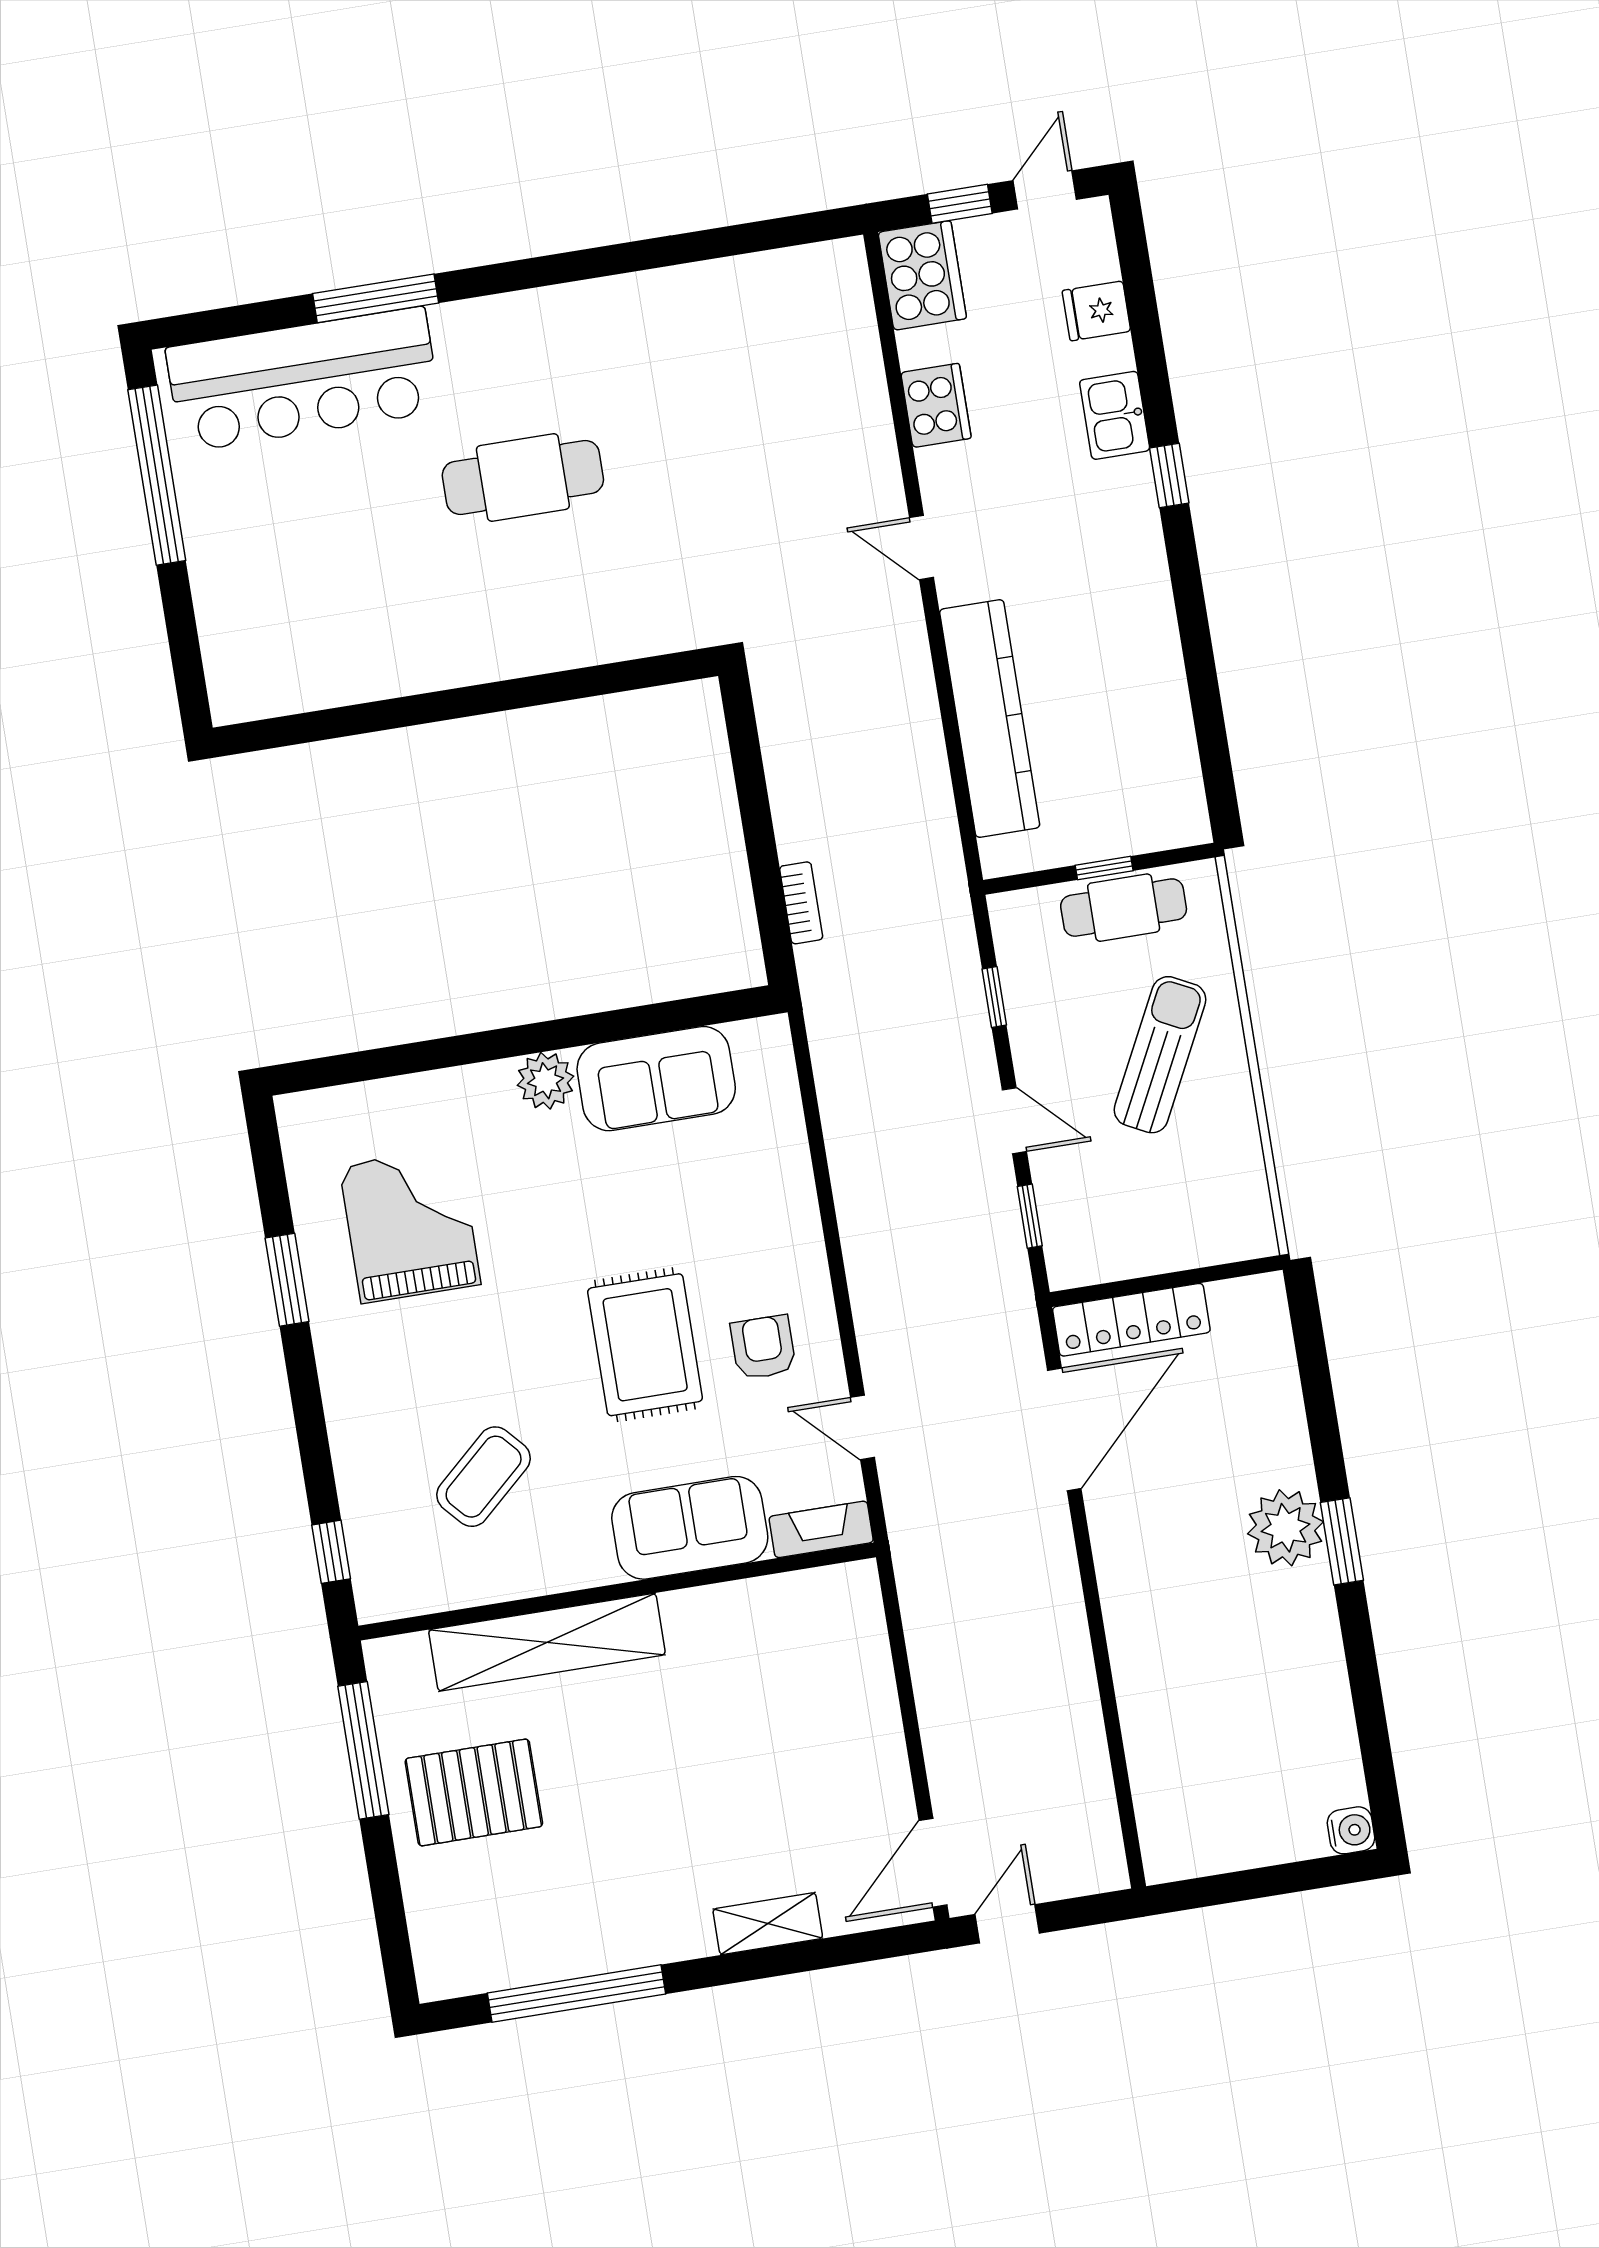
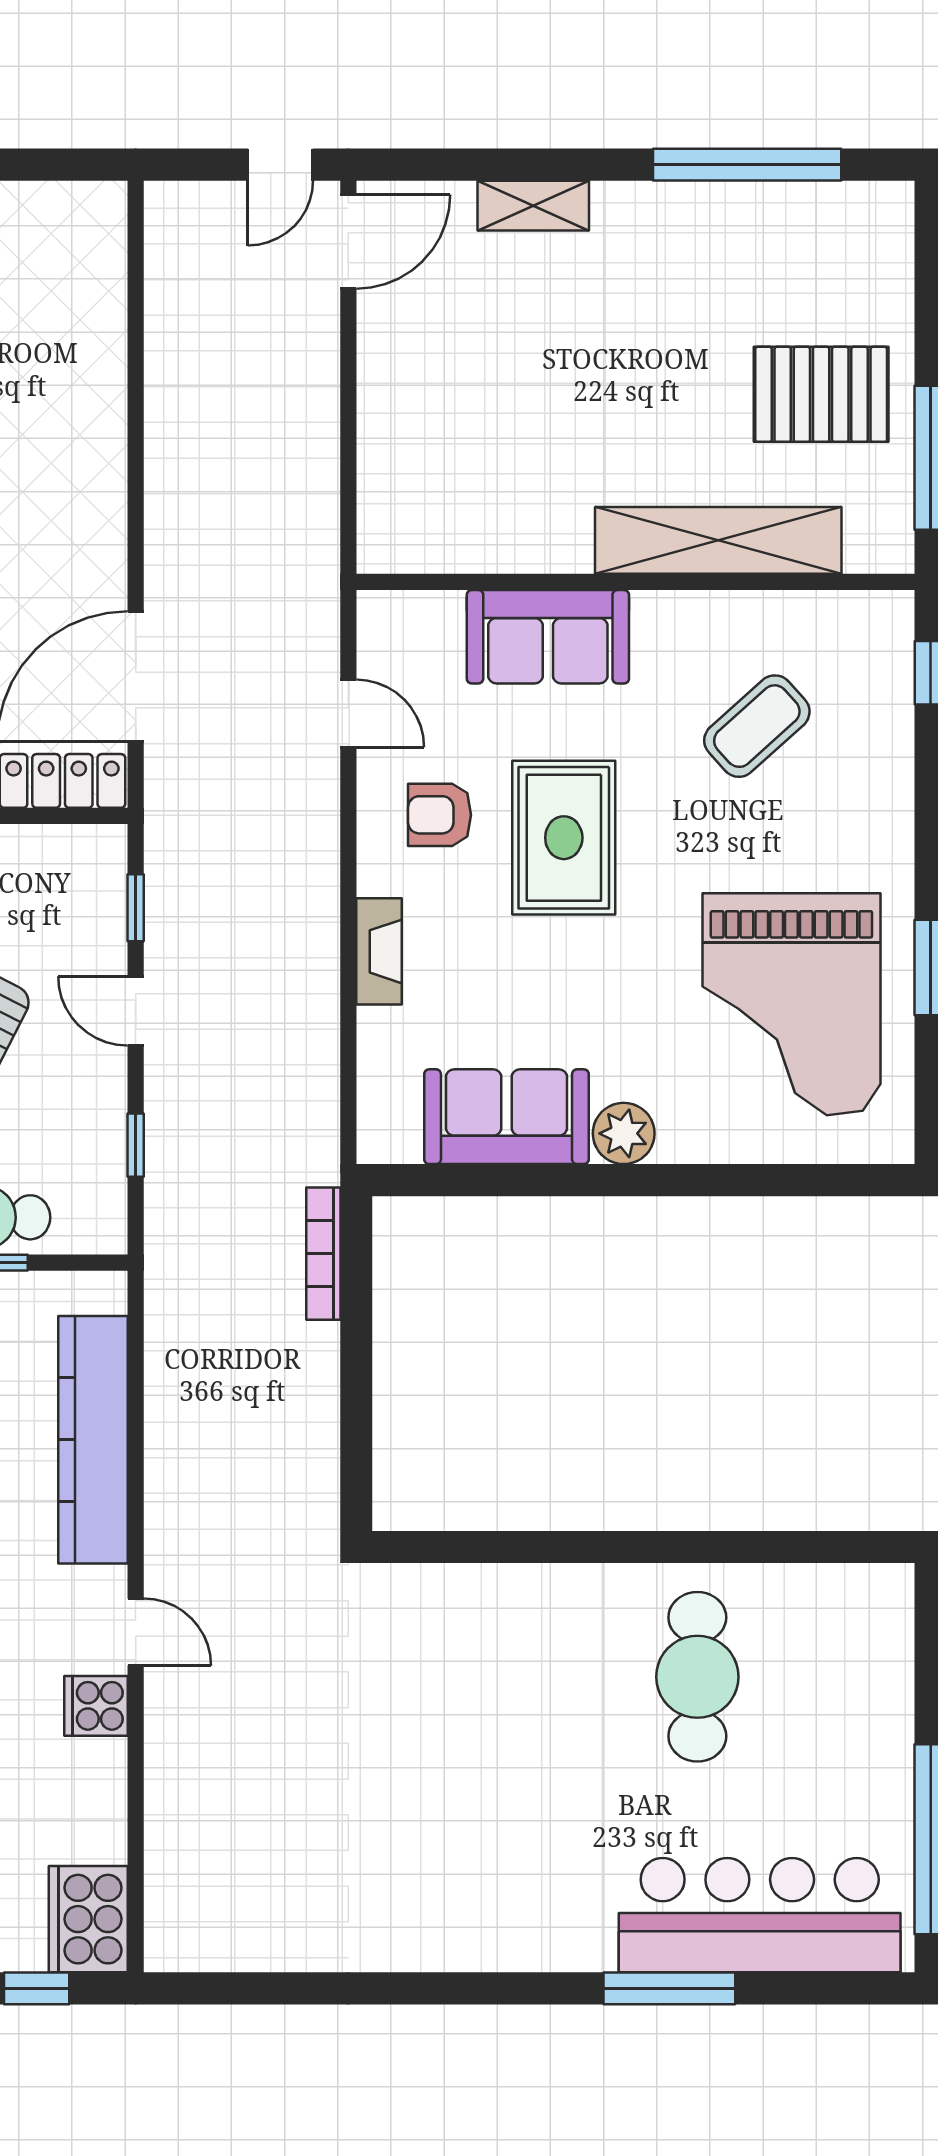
cooker: (936, 405) -> (96, 1706), moved, width x0.73
cafe table: (523, 478) -> (697, 1677), moved, turned 90
bookcase: (801, 903) -> (323, 1254), width x1.56
grand piano: (410, 1225) -> (791, 1004), width x1.37, depth x1.48
armchair: (763, 1347) -> (440, 815), turned 90
fireplace: (821, 1529) -> (379, 951), moved, turned -90

